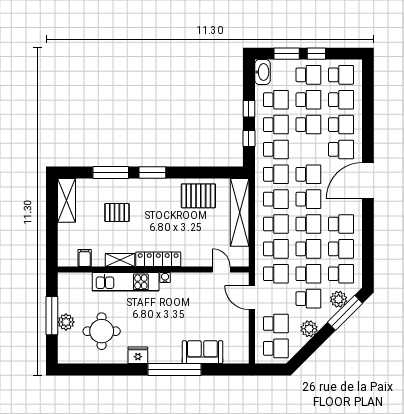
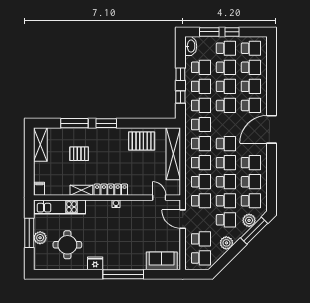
school desk: (308, 174) -> (226, 105), moved
filing cabinet: (85, 258) -> (39, 189), moved
kitchen unit: (126, 282) -> (60, 207), moved
sofa: (202, 352) -> (162, 261), moved

